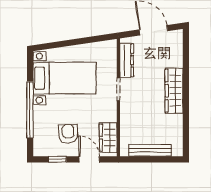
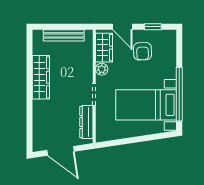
wardrobe: (174, 91) -> (41, 77), moved
window: (30, 110) -> (179, 94), moved
plant: (111, 115) -> (102, 69), added

